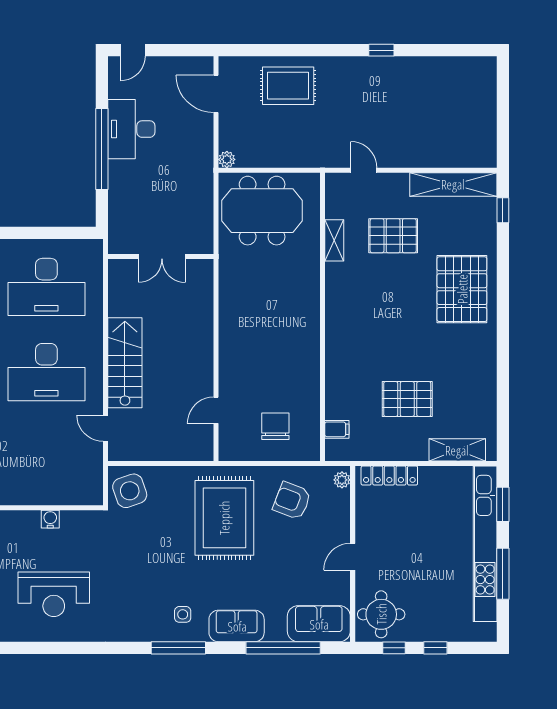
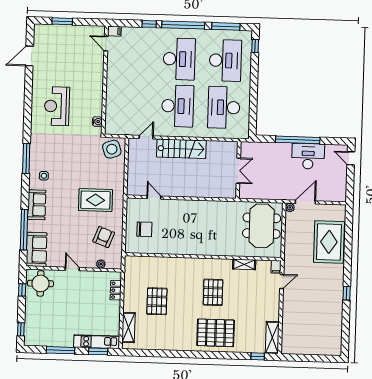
rug: (288, 86) -> (329, 242), width x1.37, depth x1.44
door: (216, 94) -> (305, 202), moved
shelving: (453, 184) -> (272, 337), width x0.68
pallet: (393, 236) -> (213, 292), moved
double door: (162, 257) -> (238, 171), swing flipped
desk: (46, 372) -> (178, 106), turned 180
filing cabinet: (337, 429) -> (276, 267), moved
locker: (389, 475) -> (116, 290), width x0.66
plant: (342, 480) -> (101, 264), moved
rug: (224, 518) -> (95, 200), width x0.73, depth x0.69
water cooler: (50, 519) -> (97, 122), moved
kitchen unit: (485, 544) -> (97, 342), width x0.54
window: (178, 648) -> (26, 158), moved
window: (435, 648) -> (21, 329), moved

